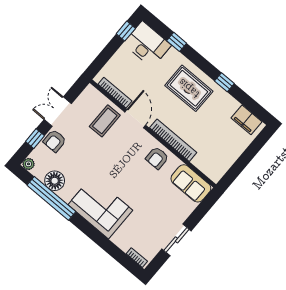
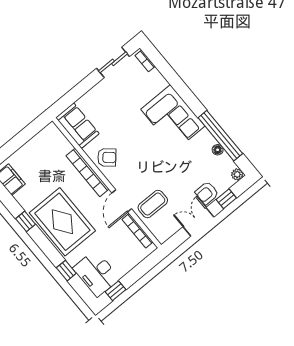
rug: (189, 88) -> (62, 222), width x1.37, depth x1.44
double door: (58, 112) -> (198, 222), swing flipped
armchair: (55, 141) -> (207, 193), turned 180
armchair: (157, 158) -> (107, 157), turned 41
floor lamp: (55, 181) -> (218, 150), width x0.53, depth x0.53
sliding door: (176, 240) -> (113, 62), moved

